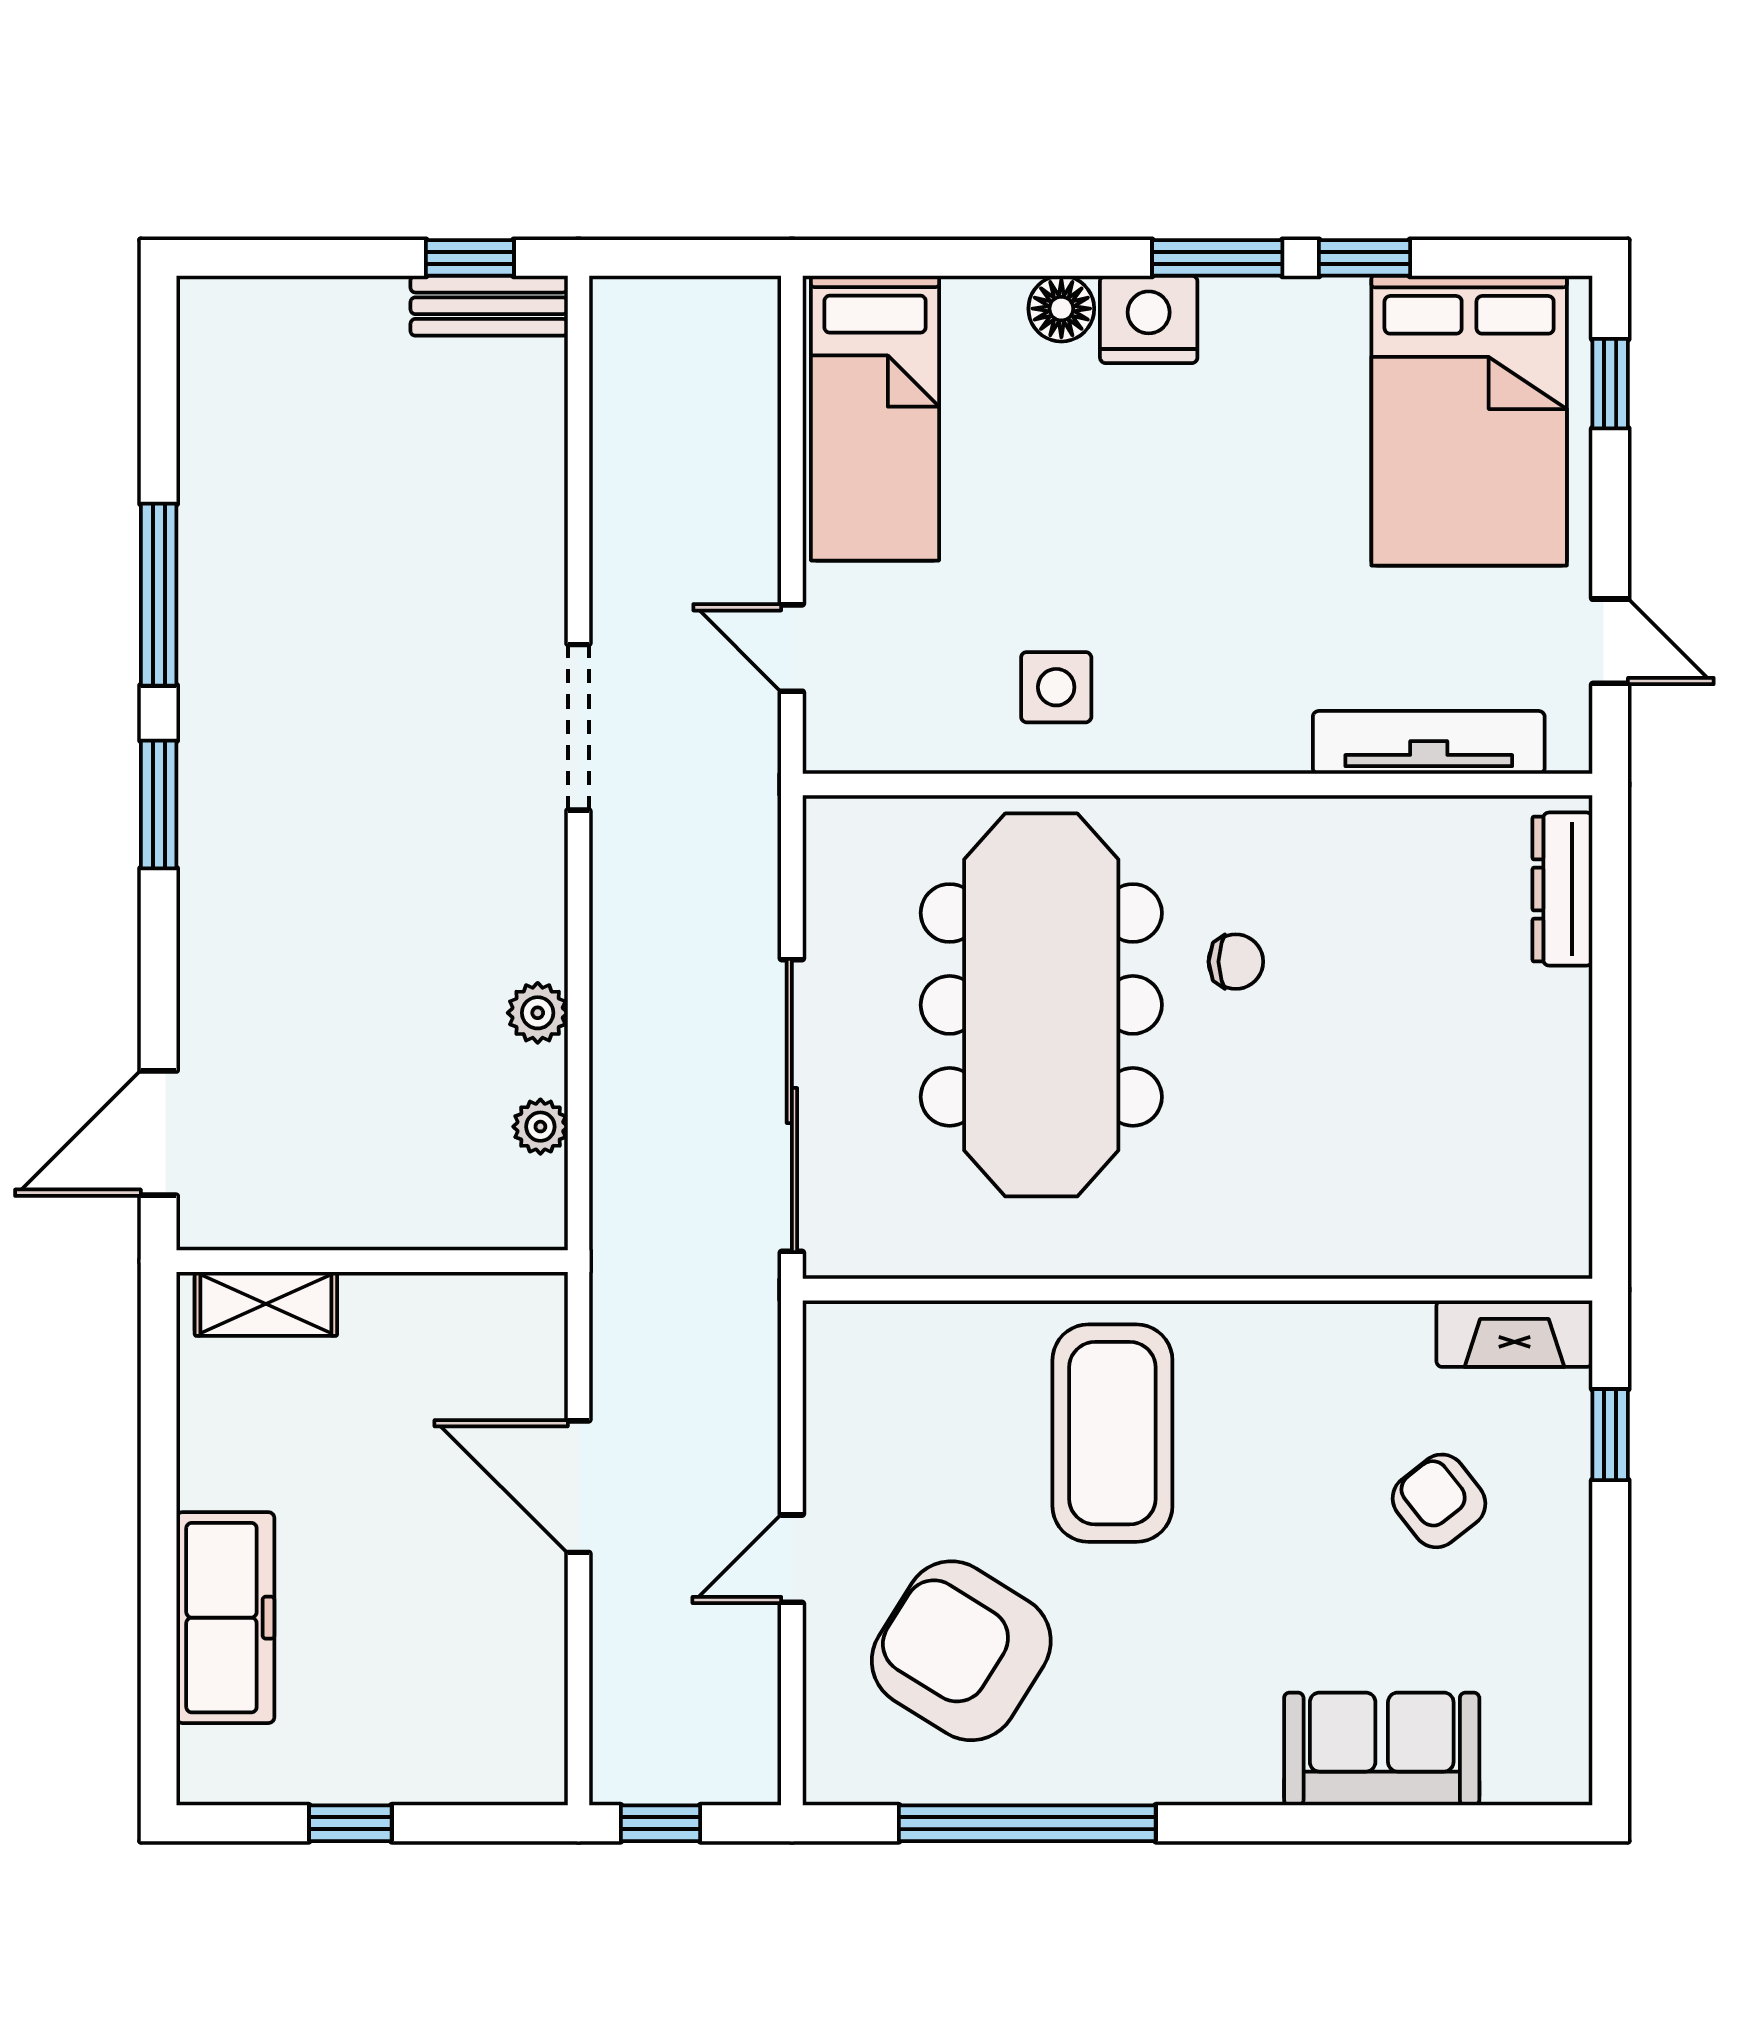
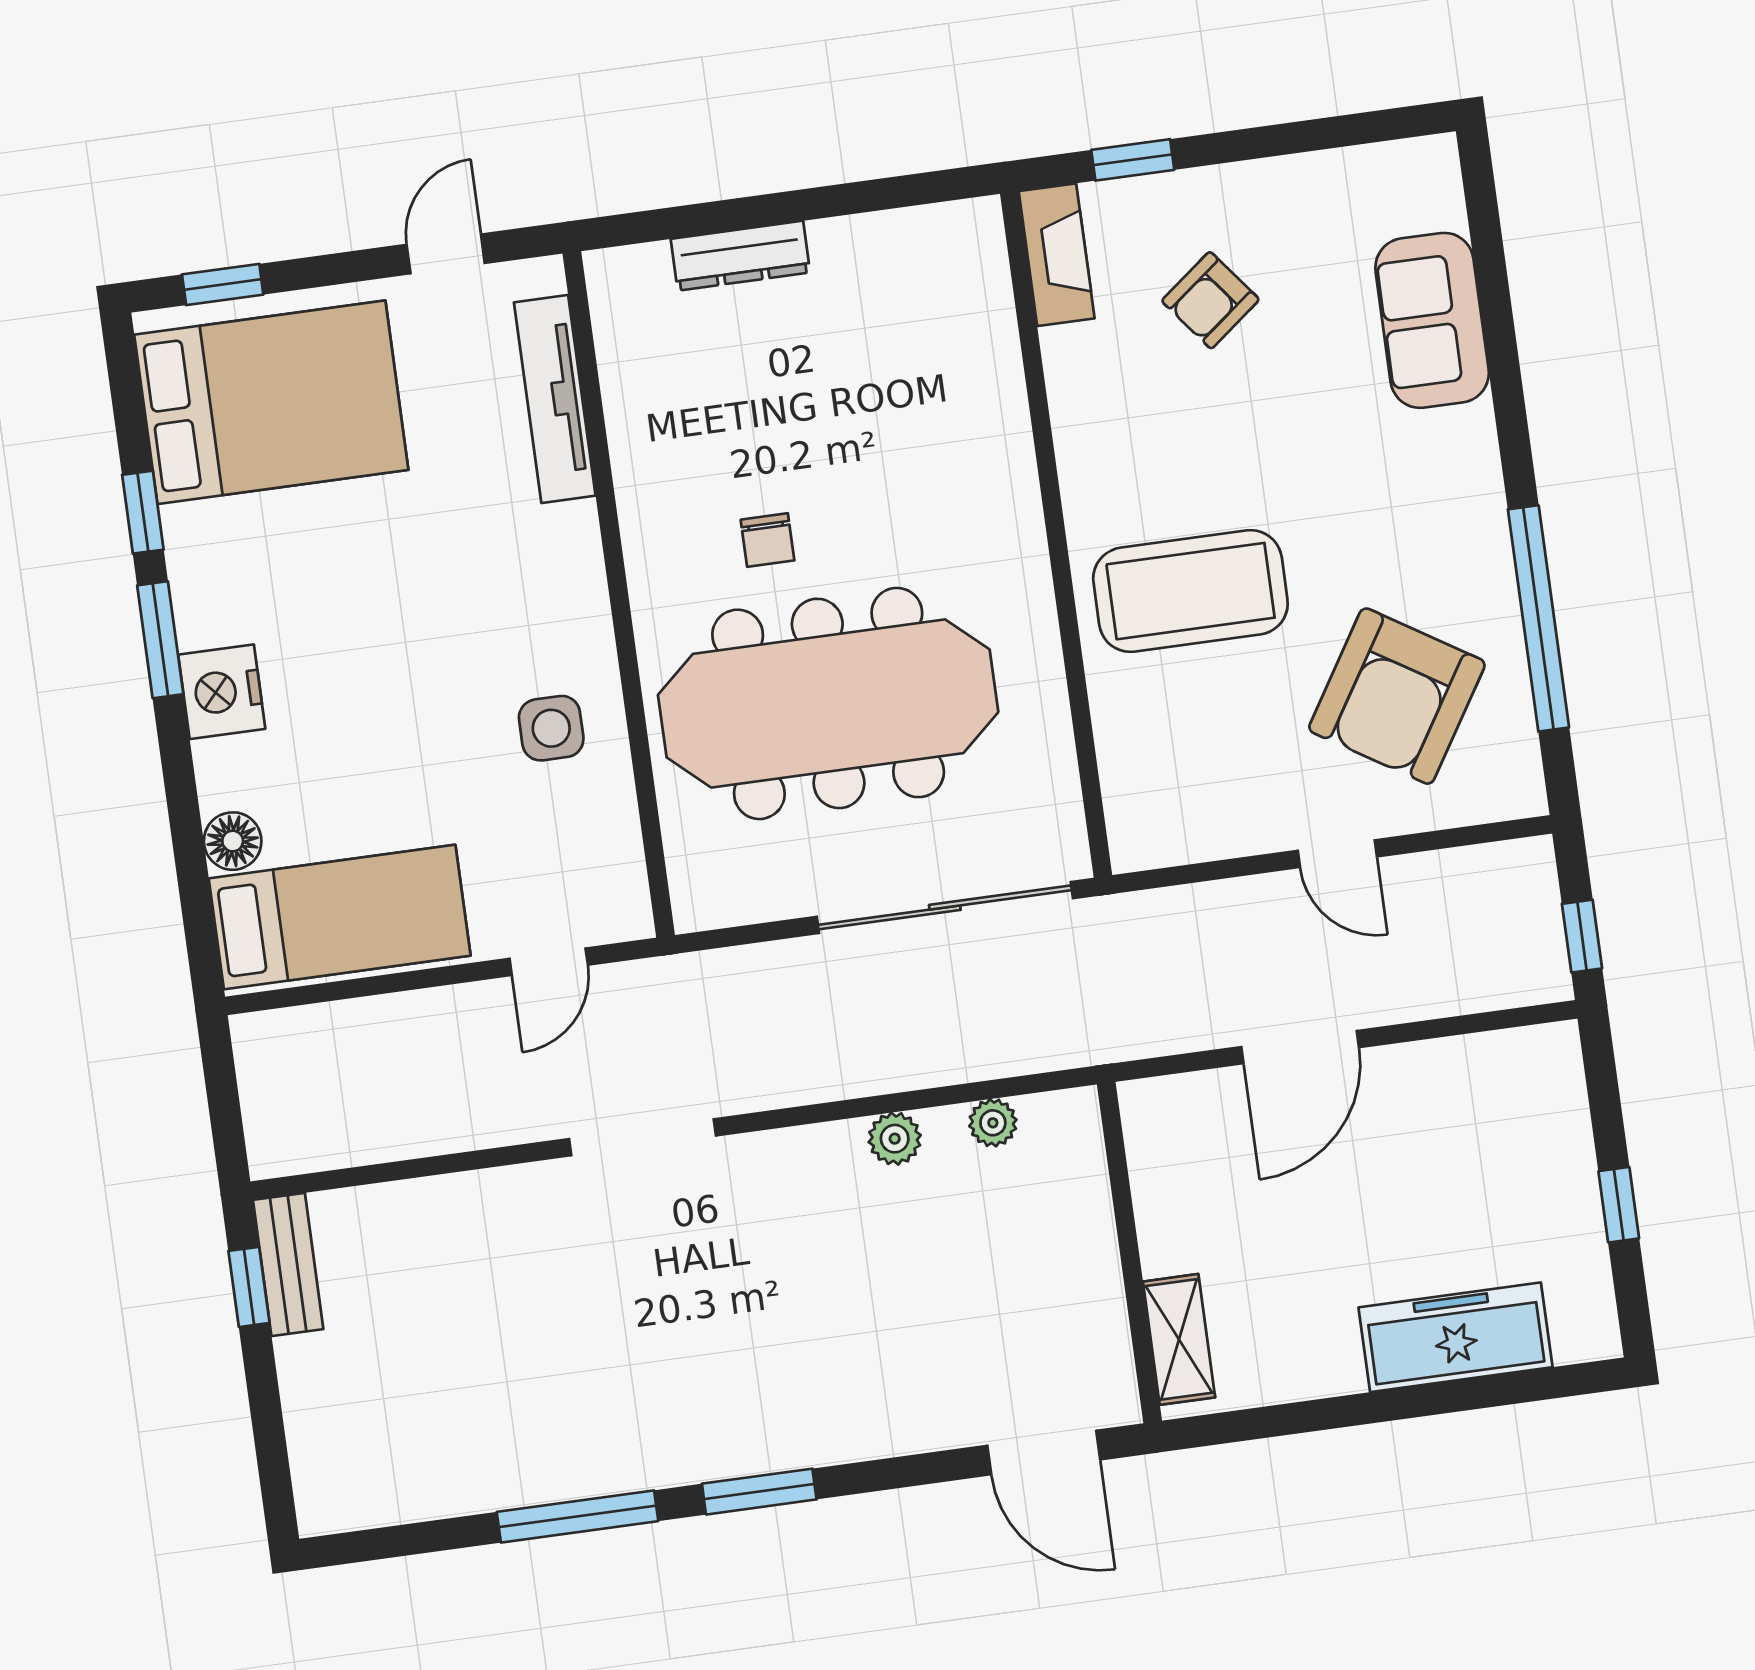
floor lamp: (1061, 309) -> (233, 841), moved
dresser: (1562, 889) -> (740, 256), moved
chair: (1236, 962) -> (768, 540), turned 180

